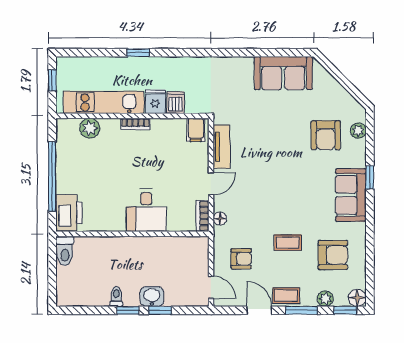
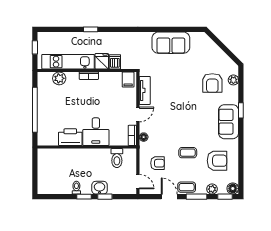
sofa: (283, 73) -> (171, 43), moved
printer: (69, 213) -> (70, 137), moved, turned -90
toilet: (65, 251) -> (117, 158), moved

